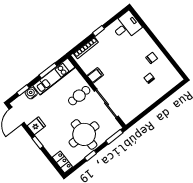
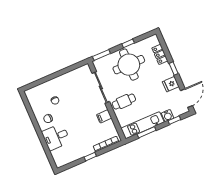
desk: (126, 26) -> (56, 137), moved
locker: (62, 162) -> (160, 54), moved

